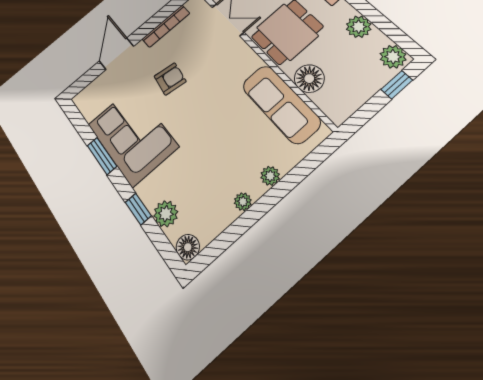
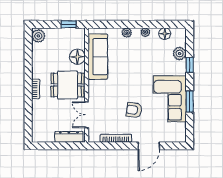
plant: (359, 27) -> (38, 60), removed
window: (397, 85) -> (69, 24), moved
floor lamp: (188, 247) -> (165, 34), moved

